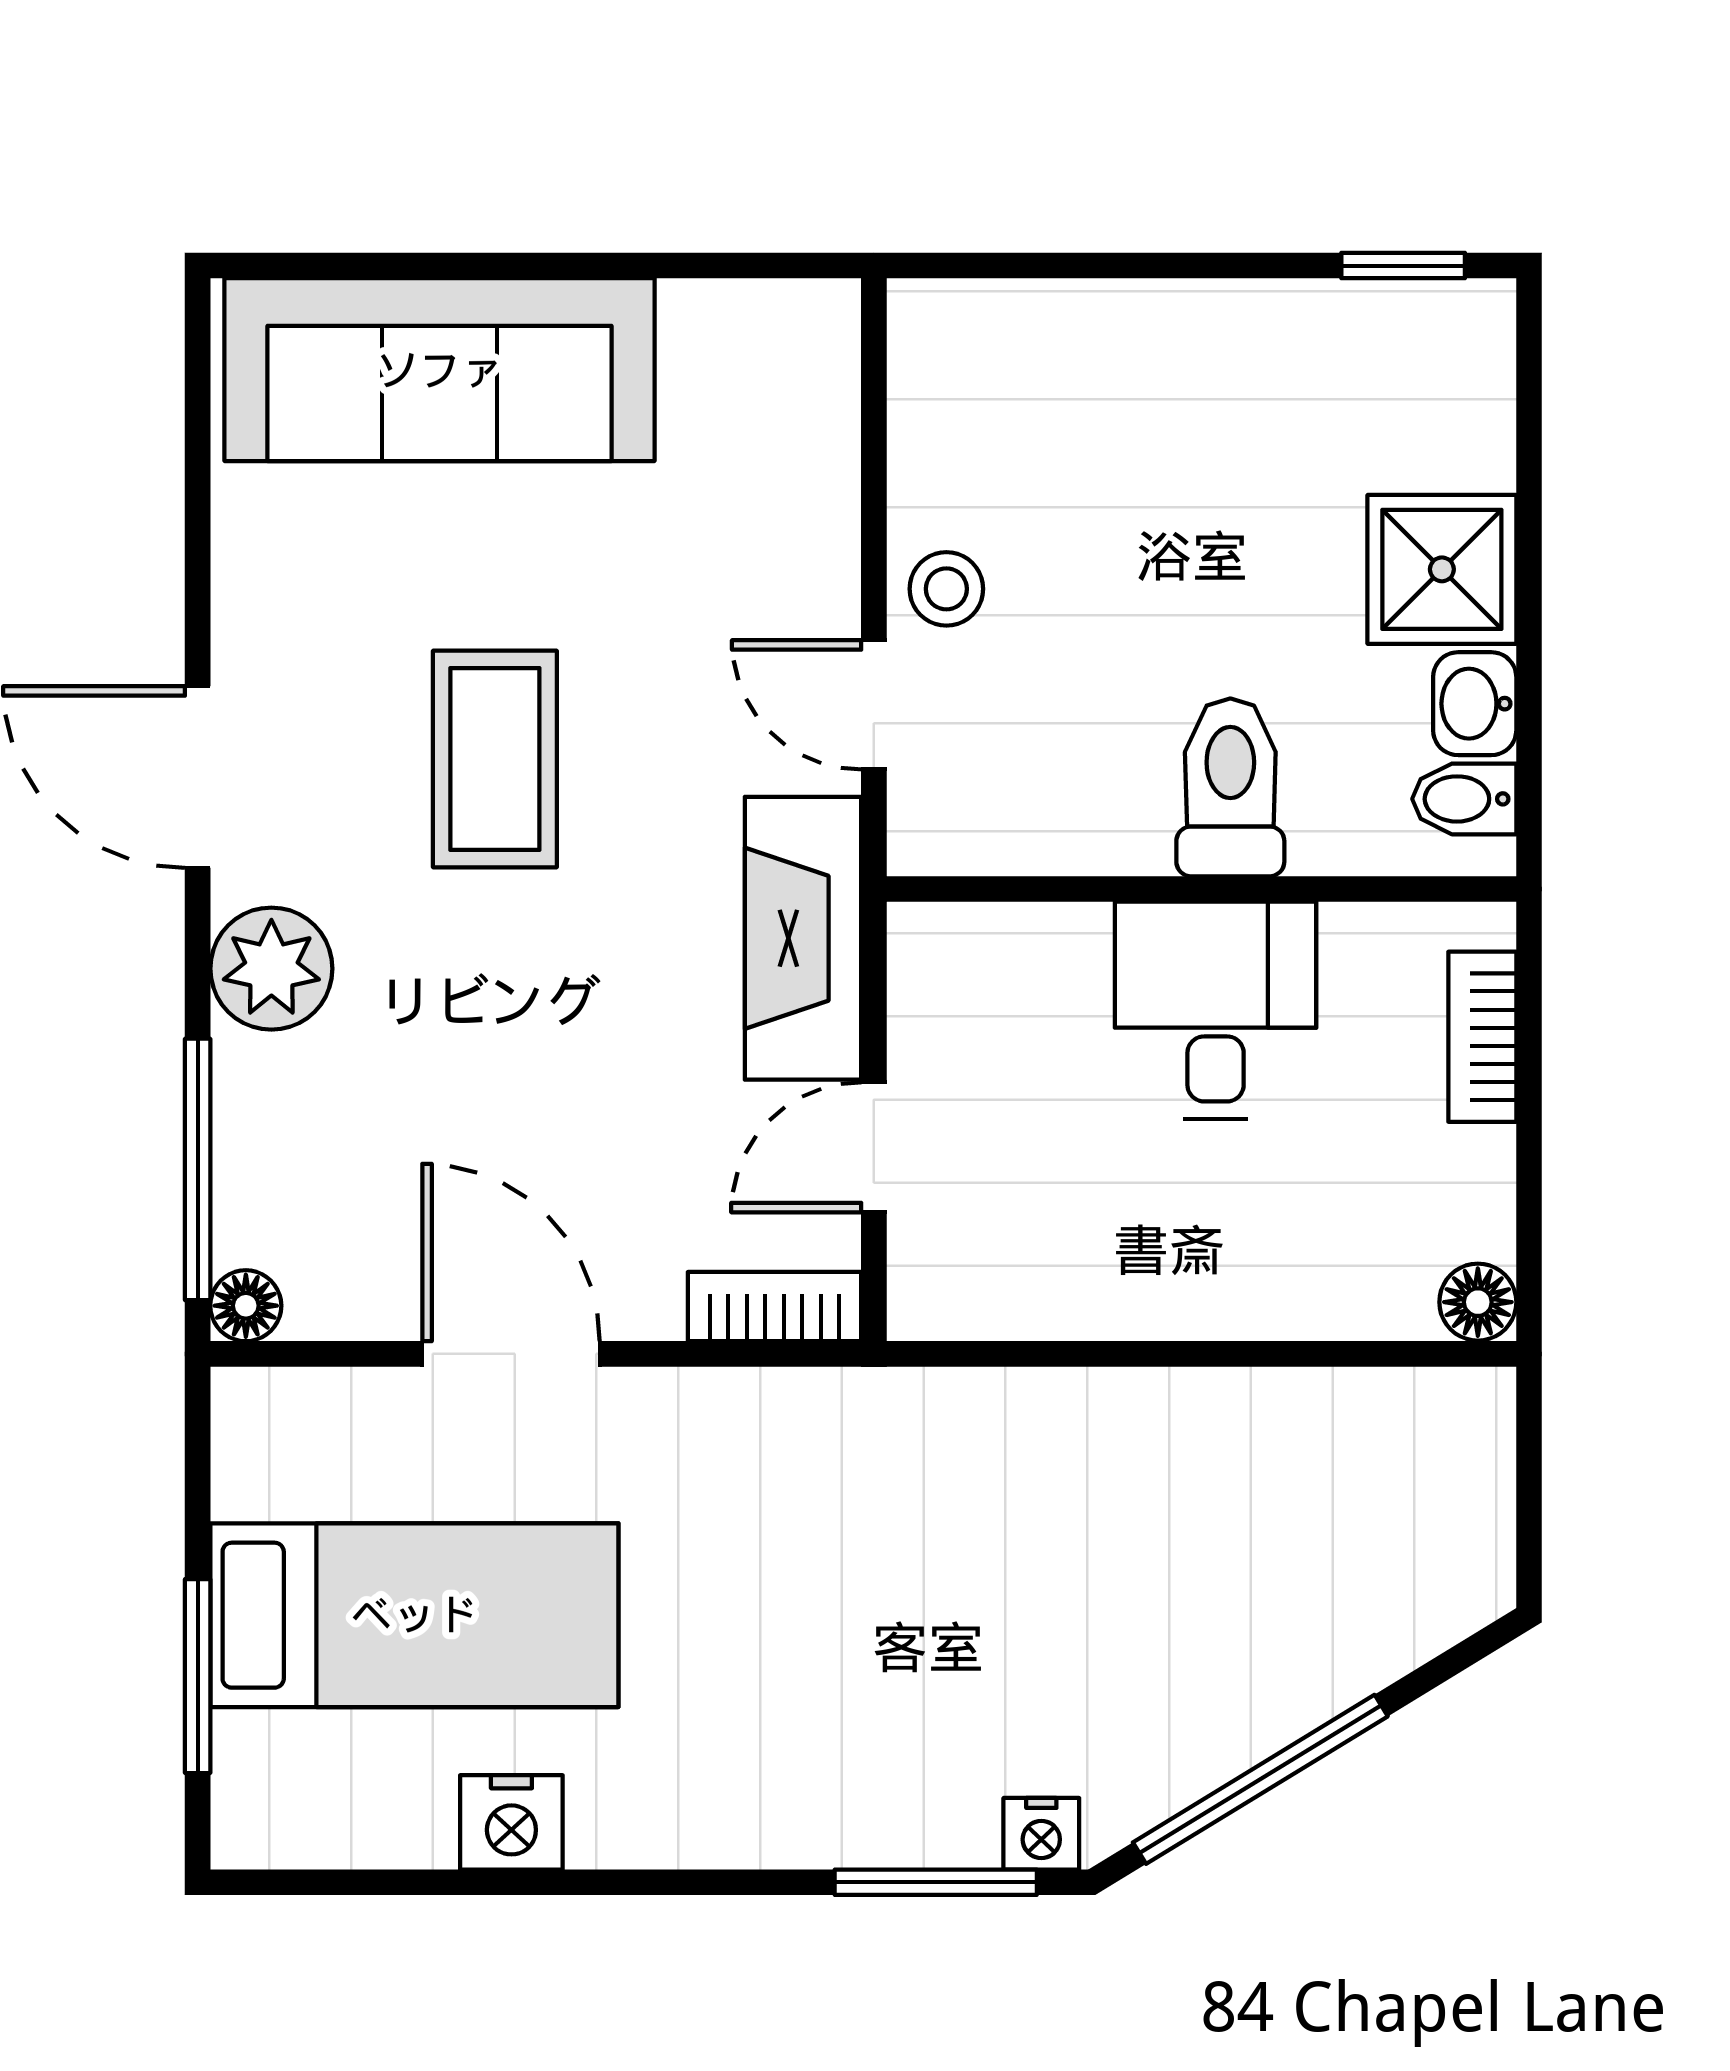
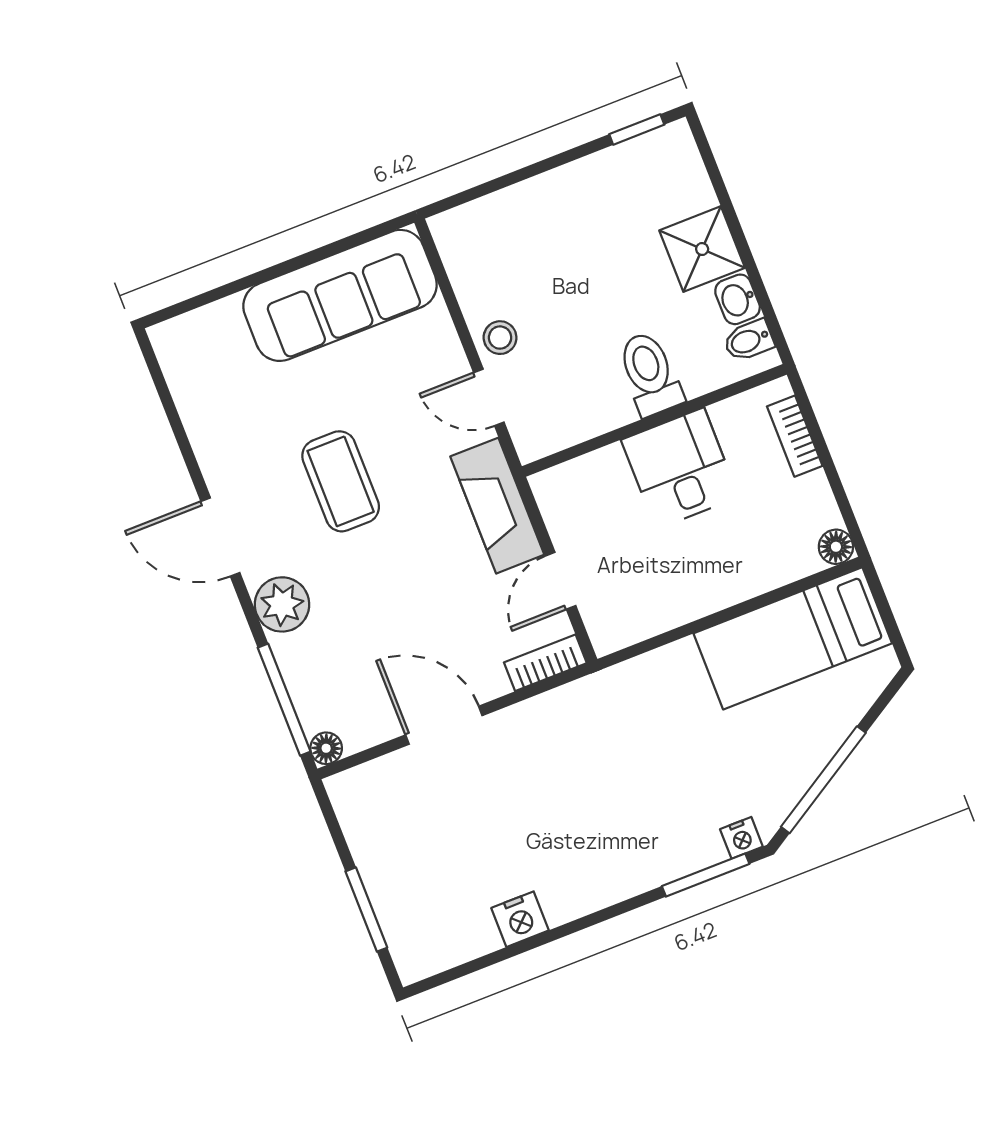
sofa: (440, 370) -> (340, 295), moved
bed: (414, 1615) -> (793, 638), moved, turned 180

